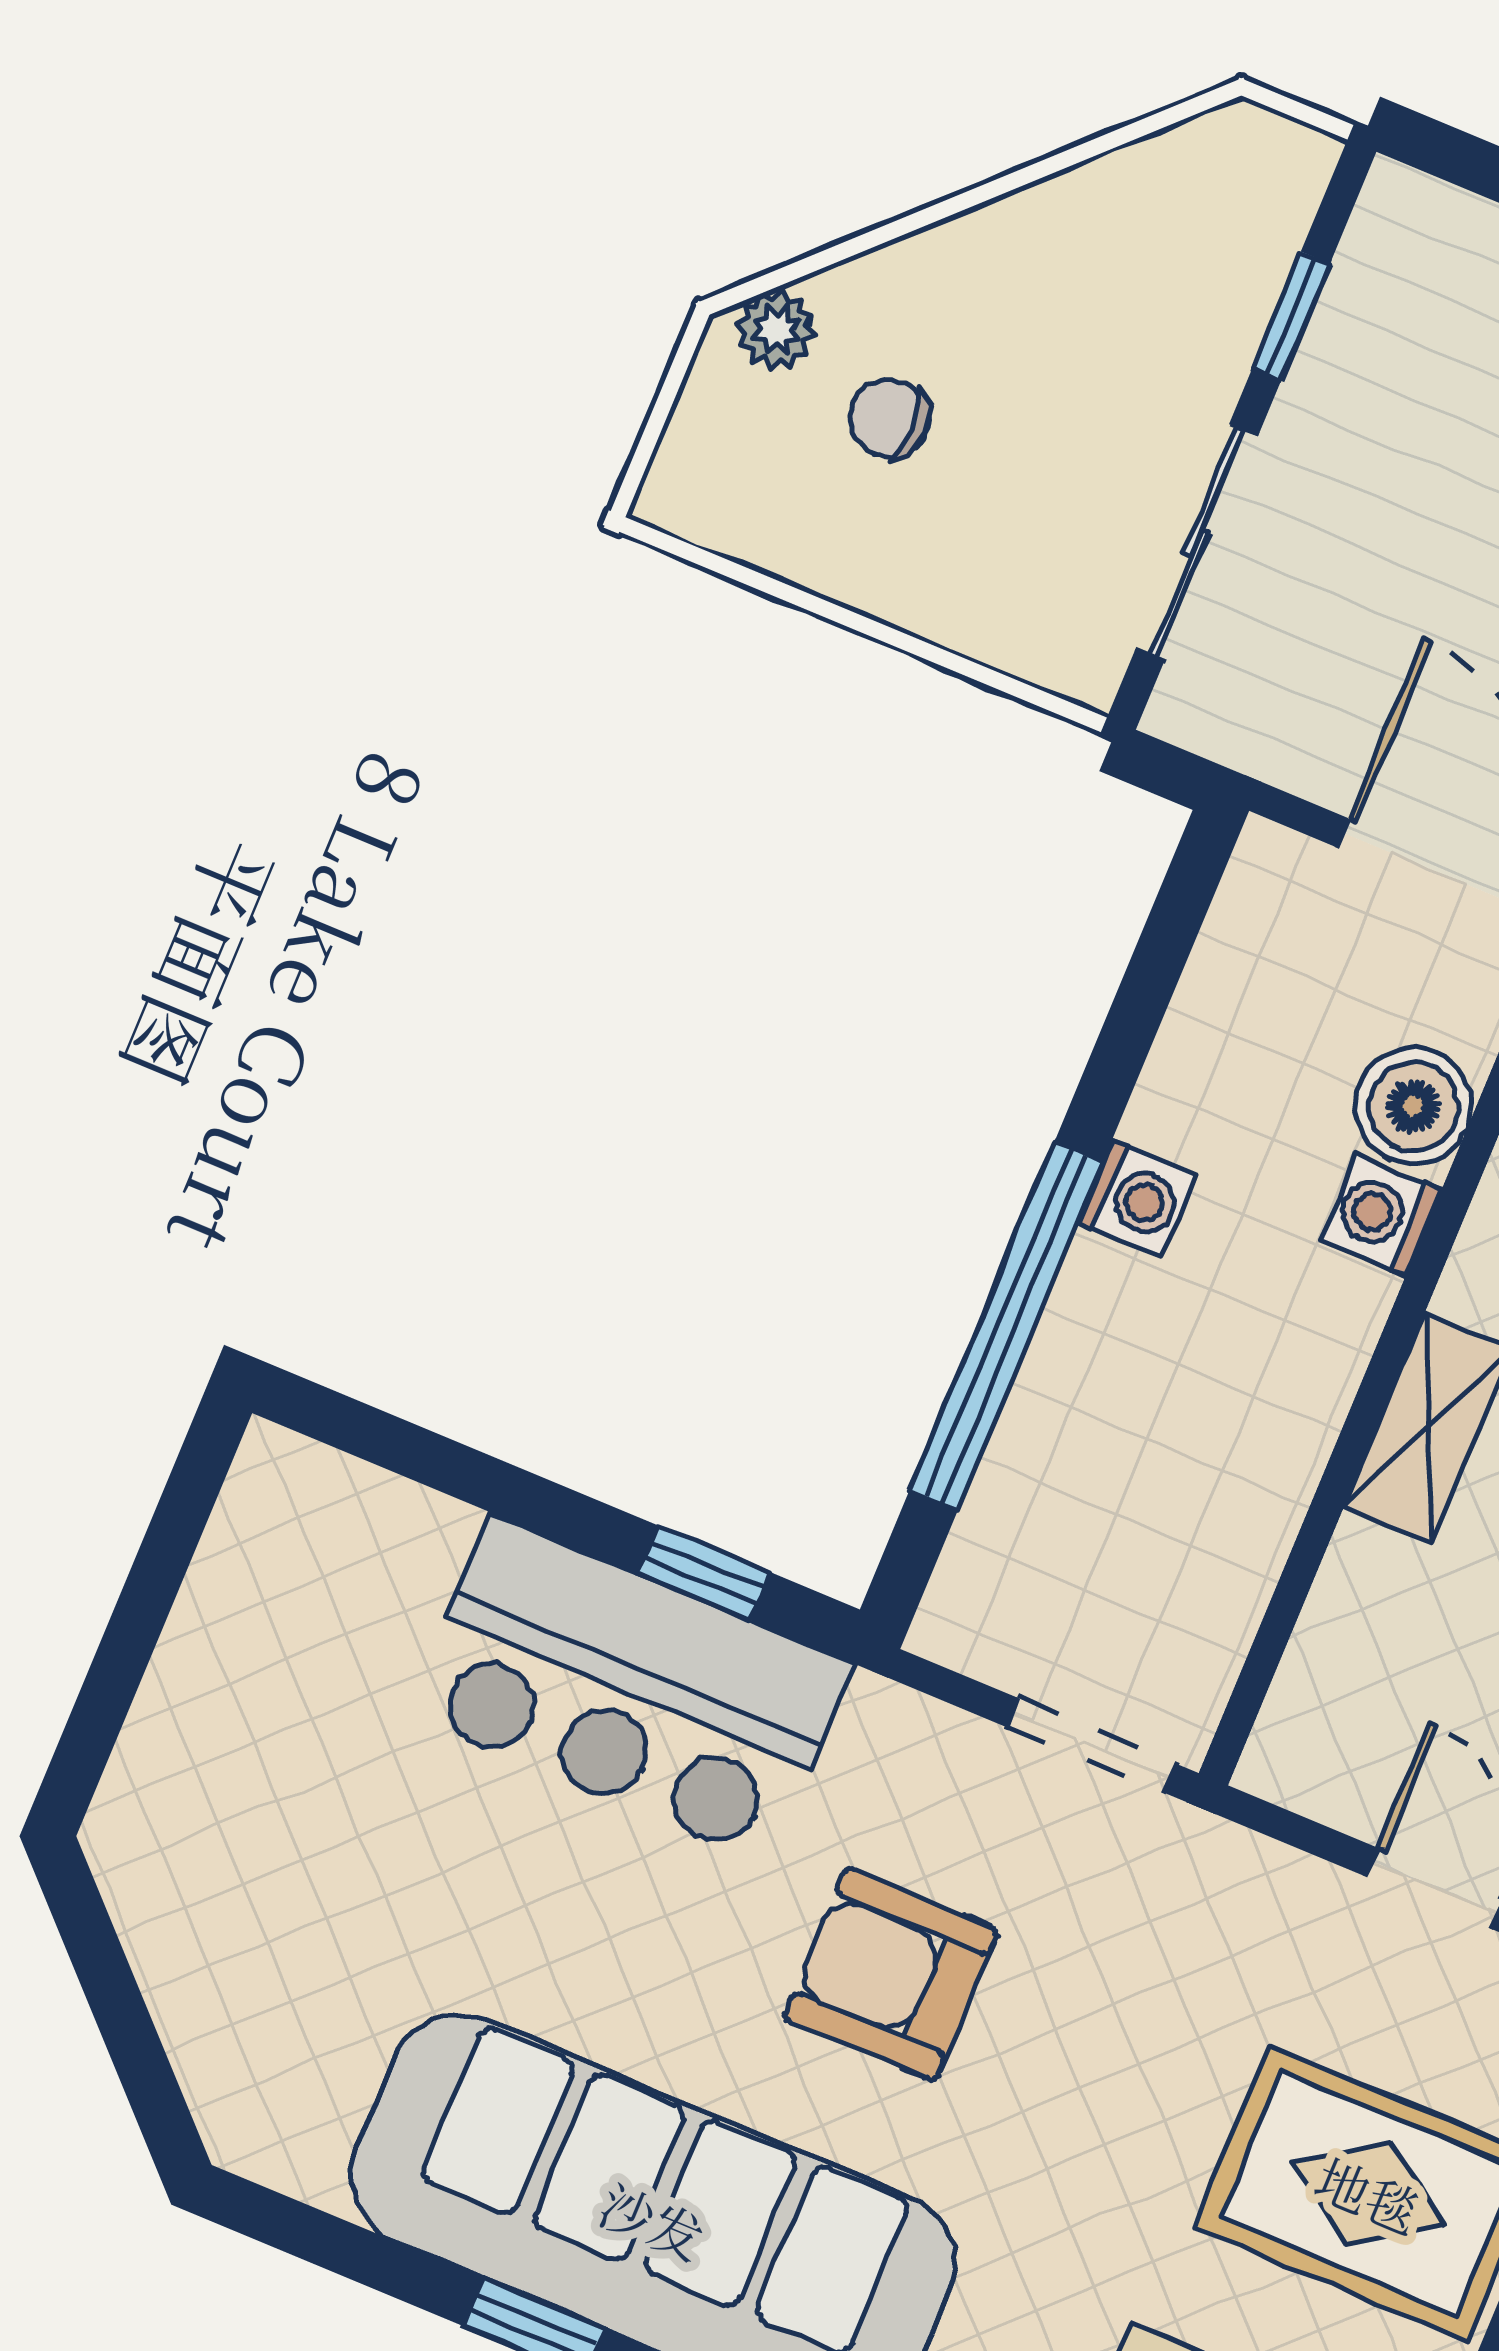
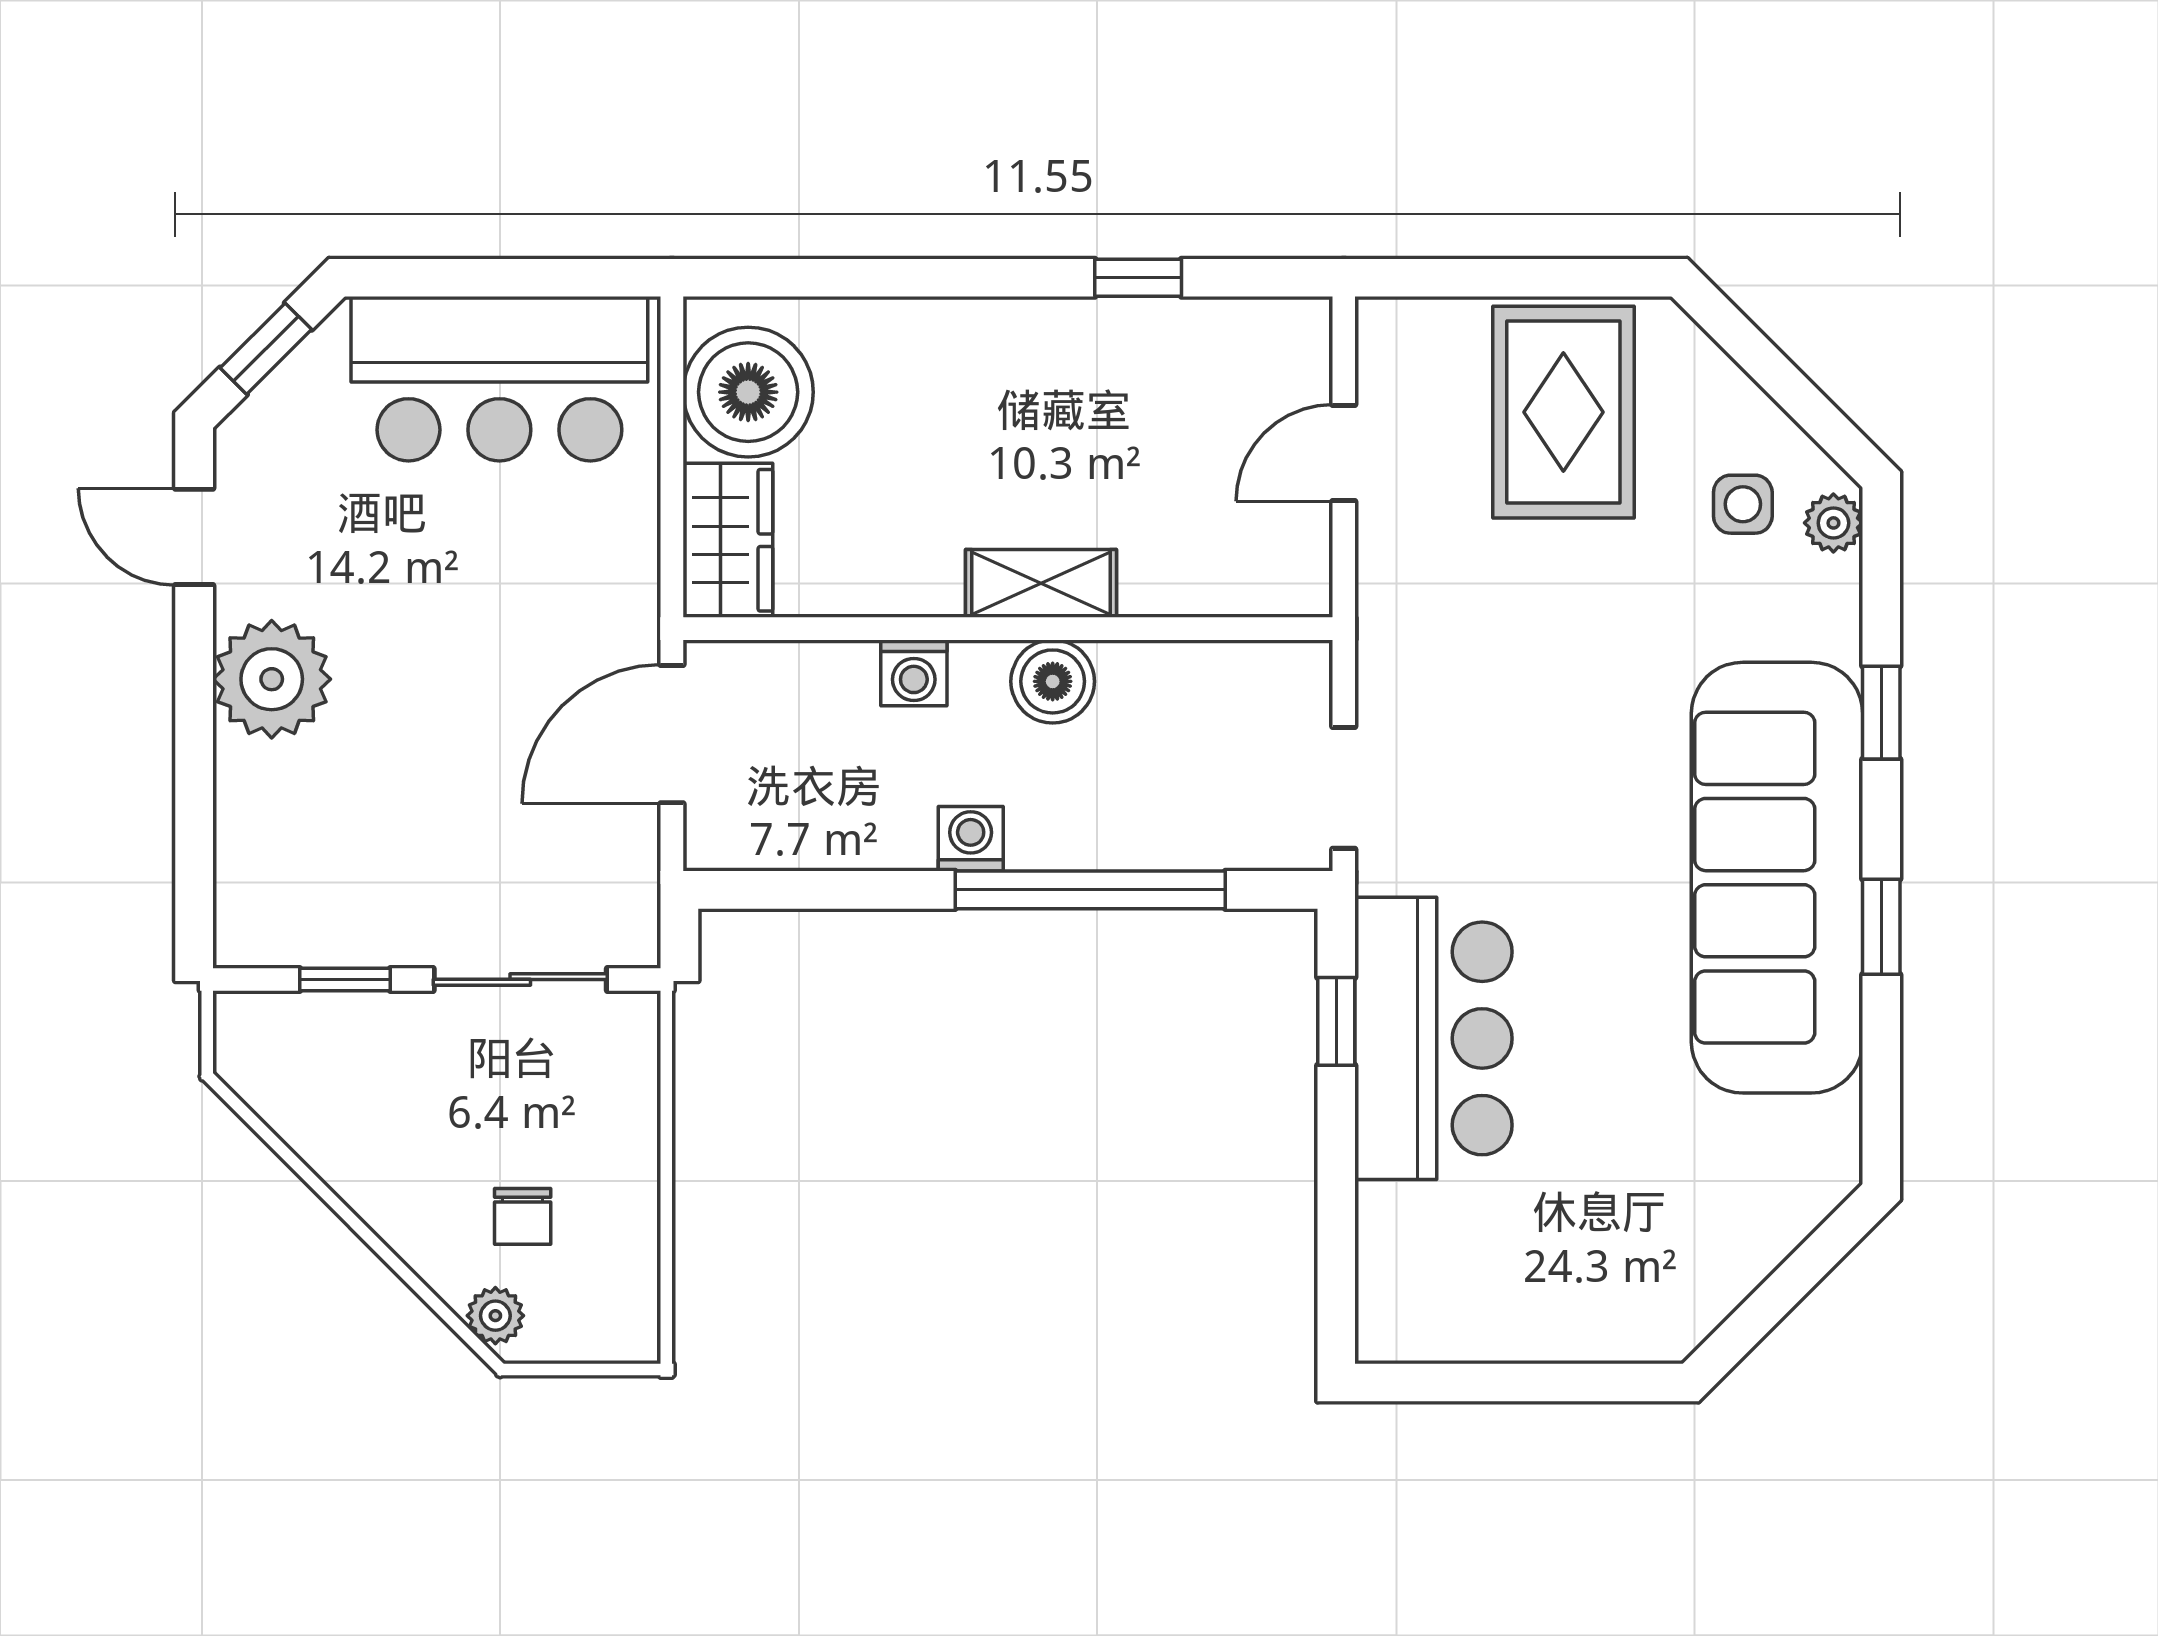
boiler: (1413, 1106) -> (1053, 681), moved
doorway: (1091, 1745) -> (1344, 788), moved
armchair: (891, 1974) -> (1550, 788), removed

